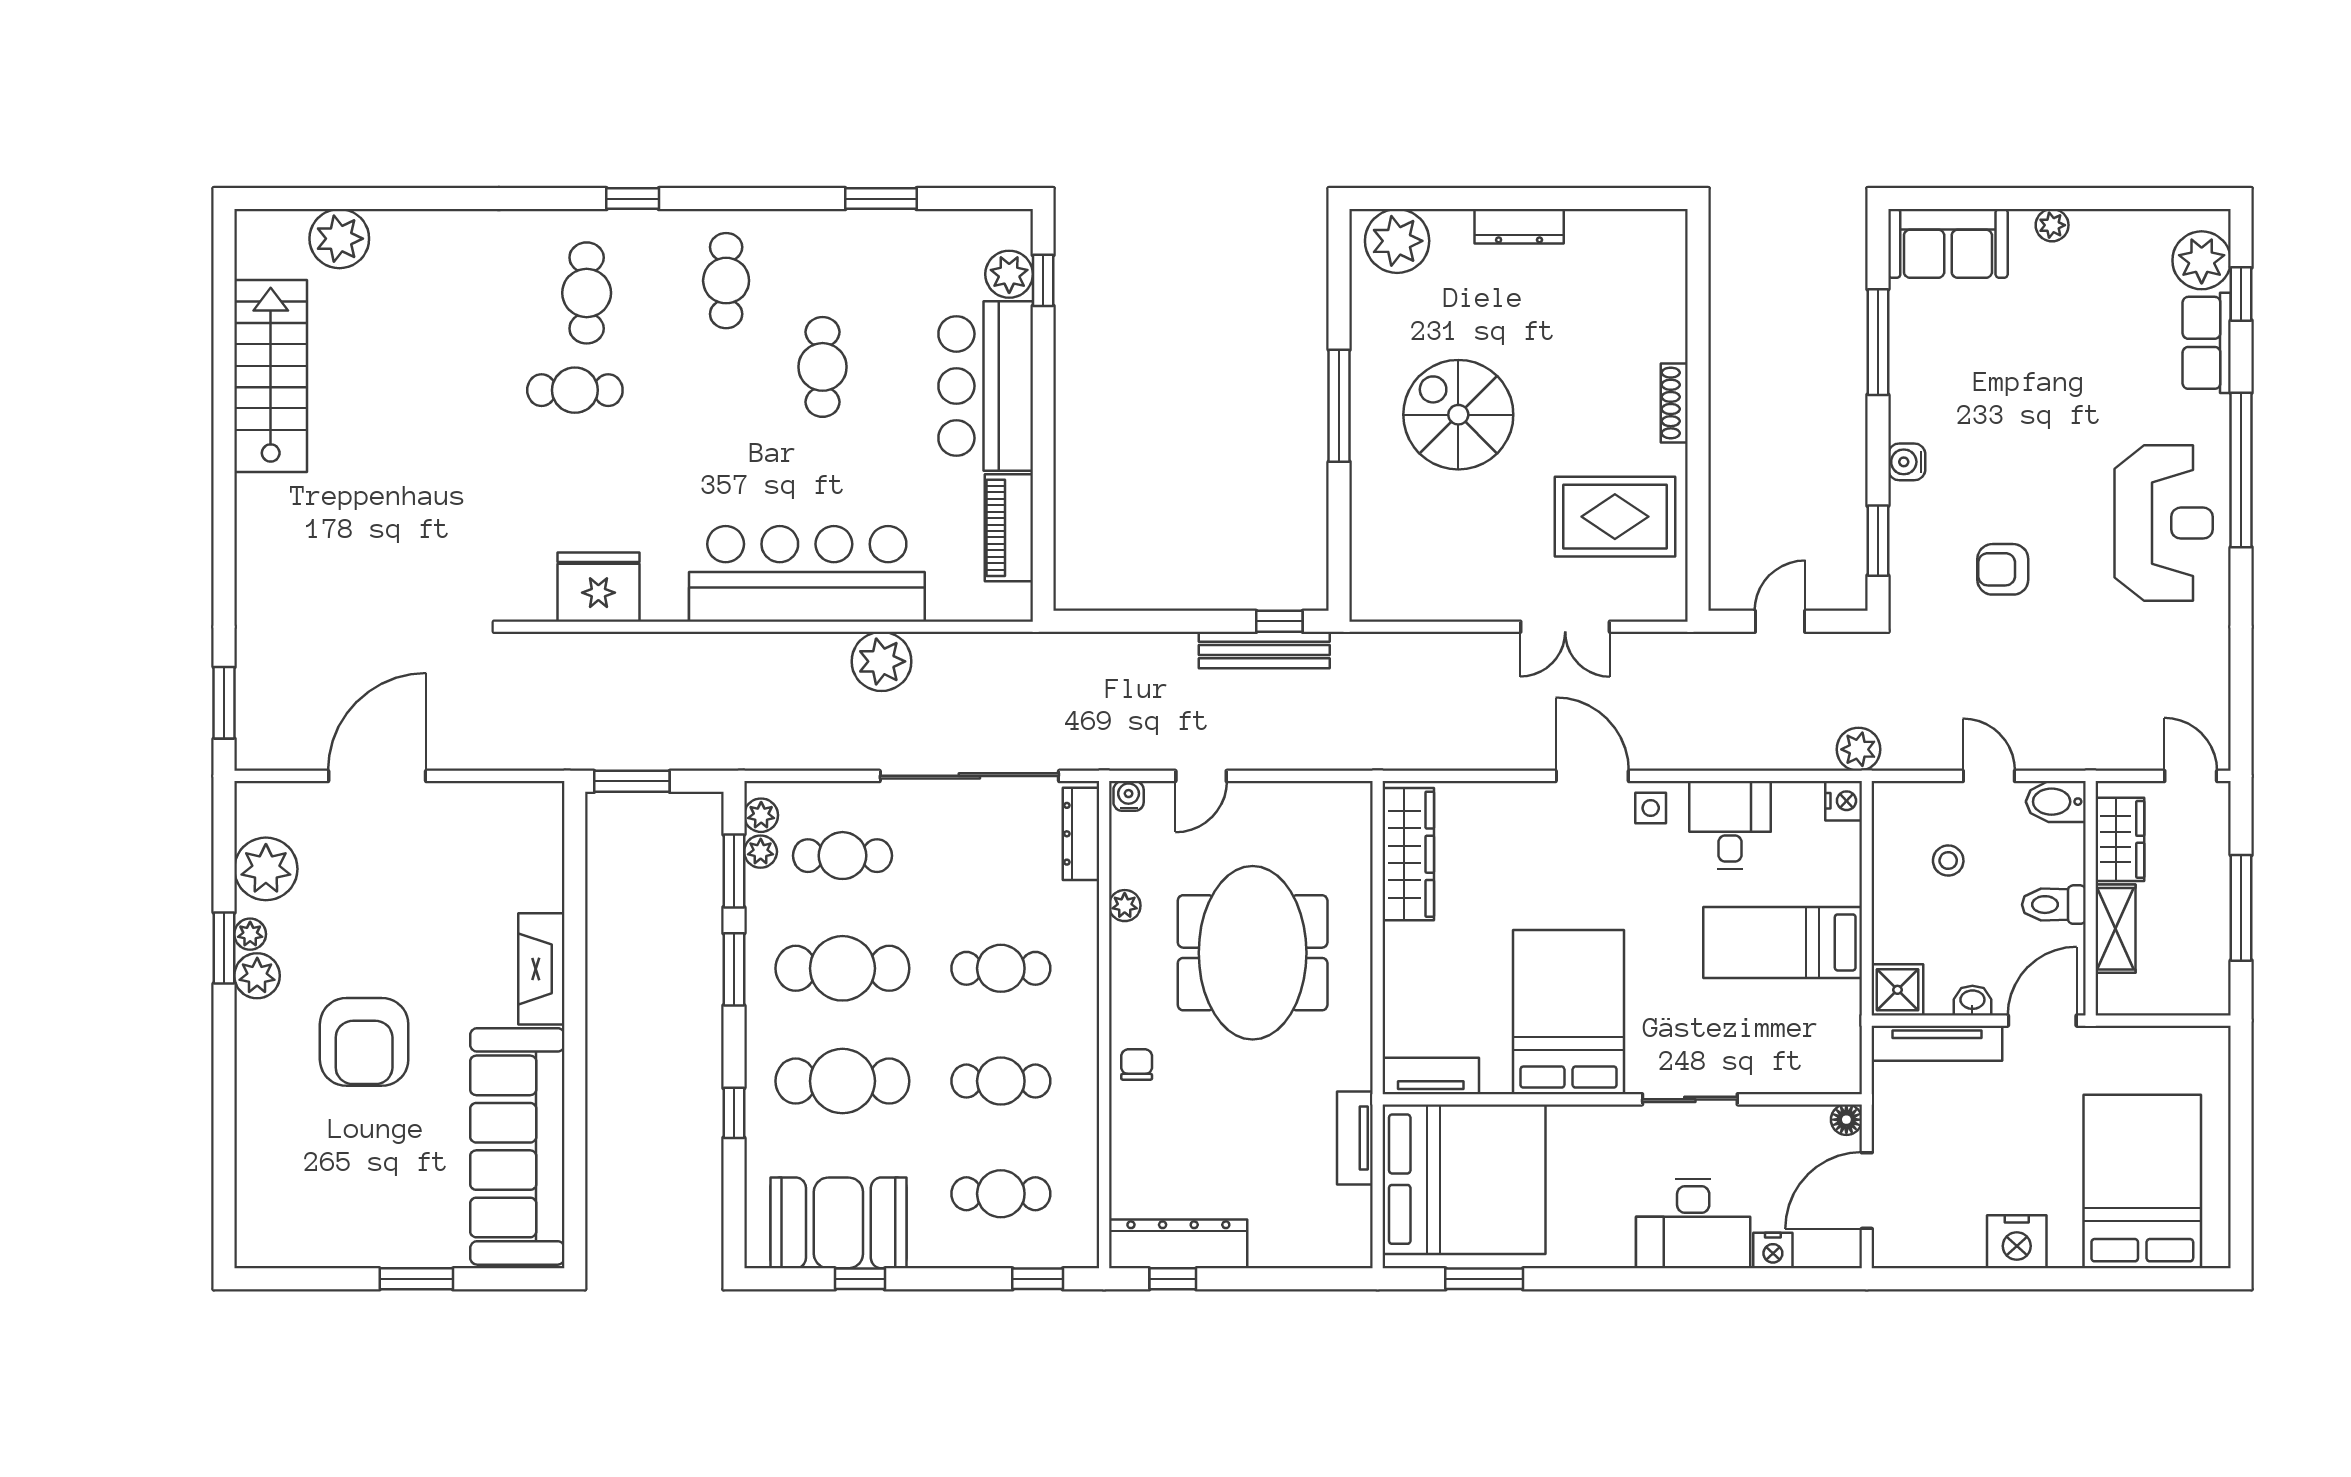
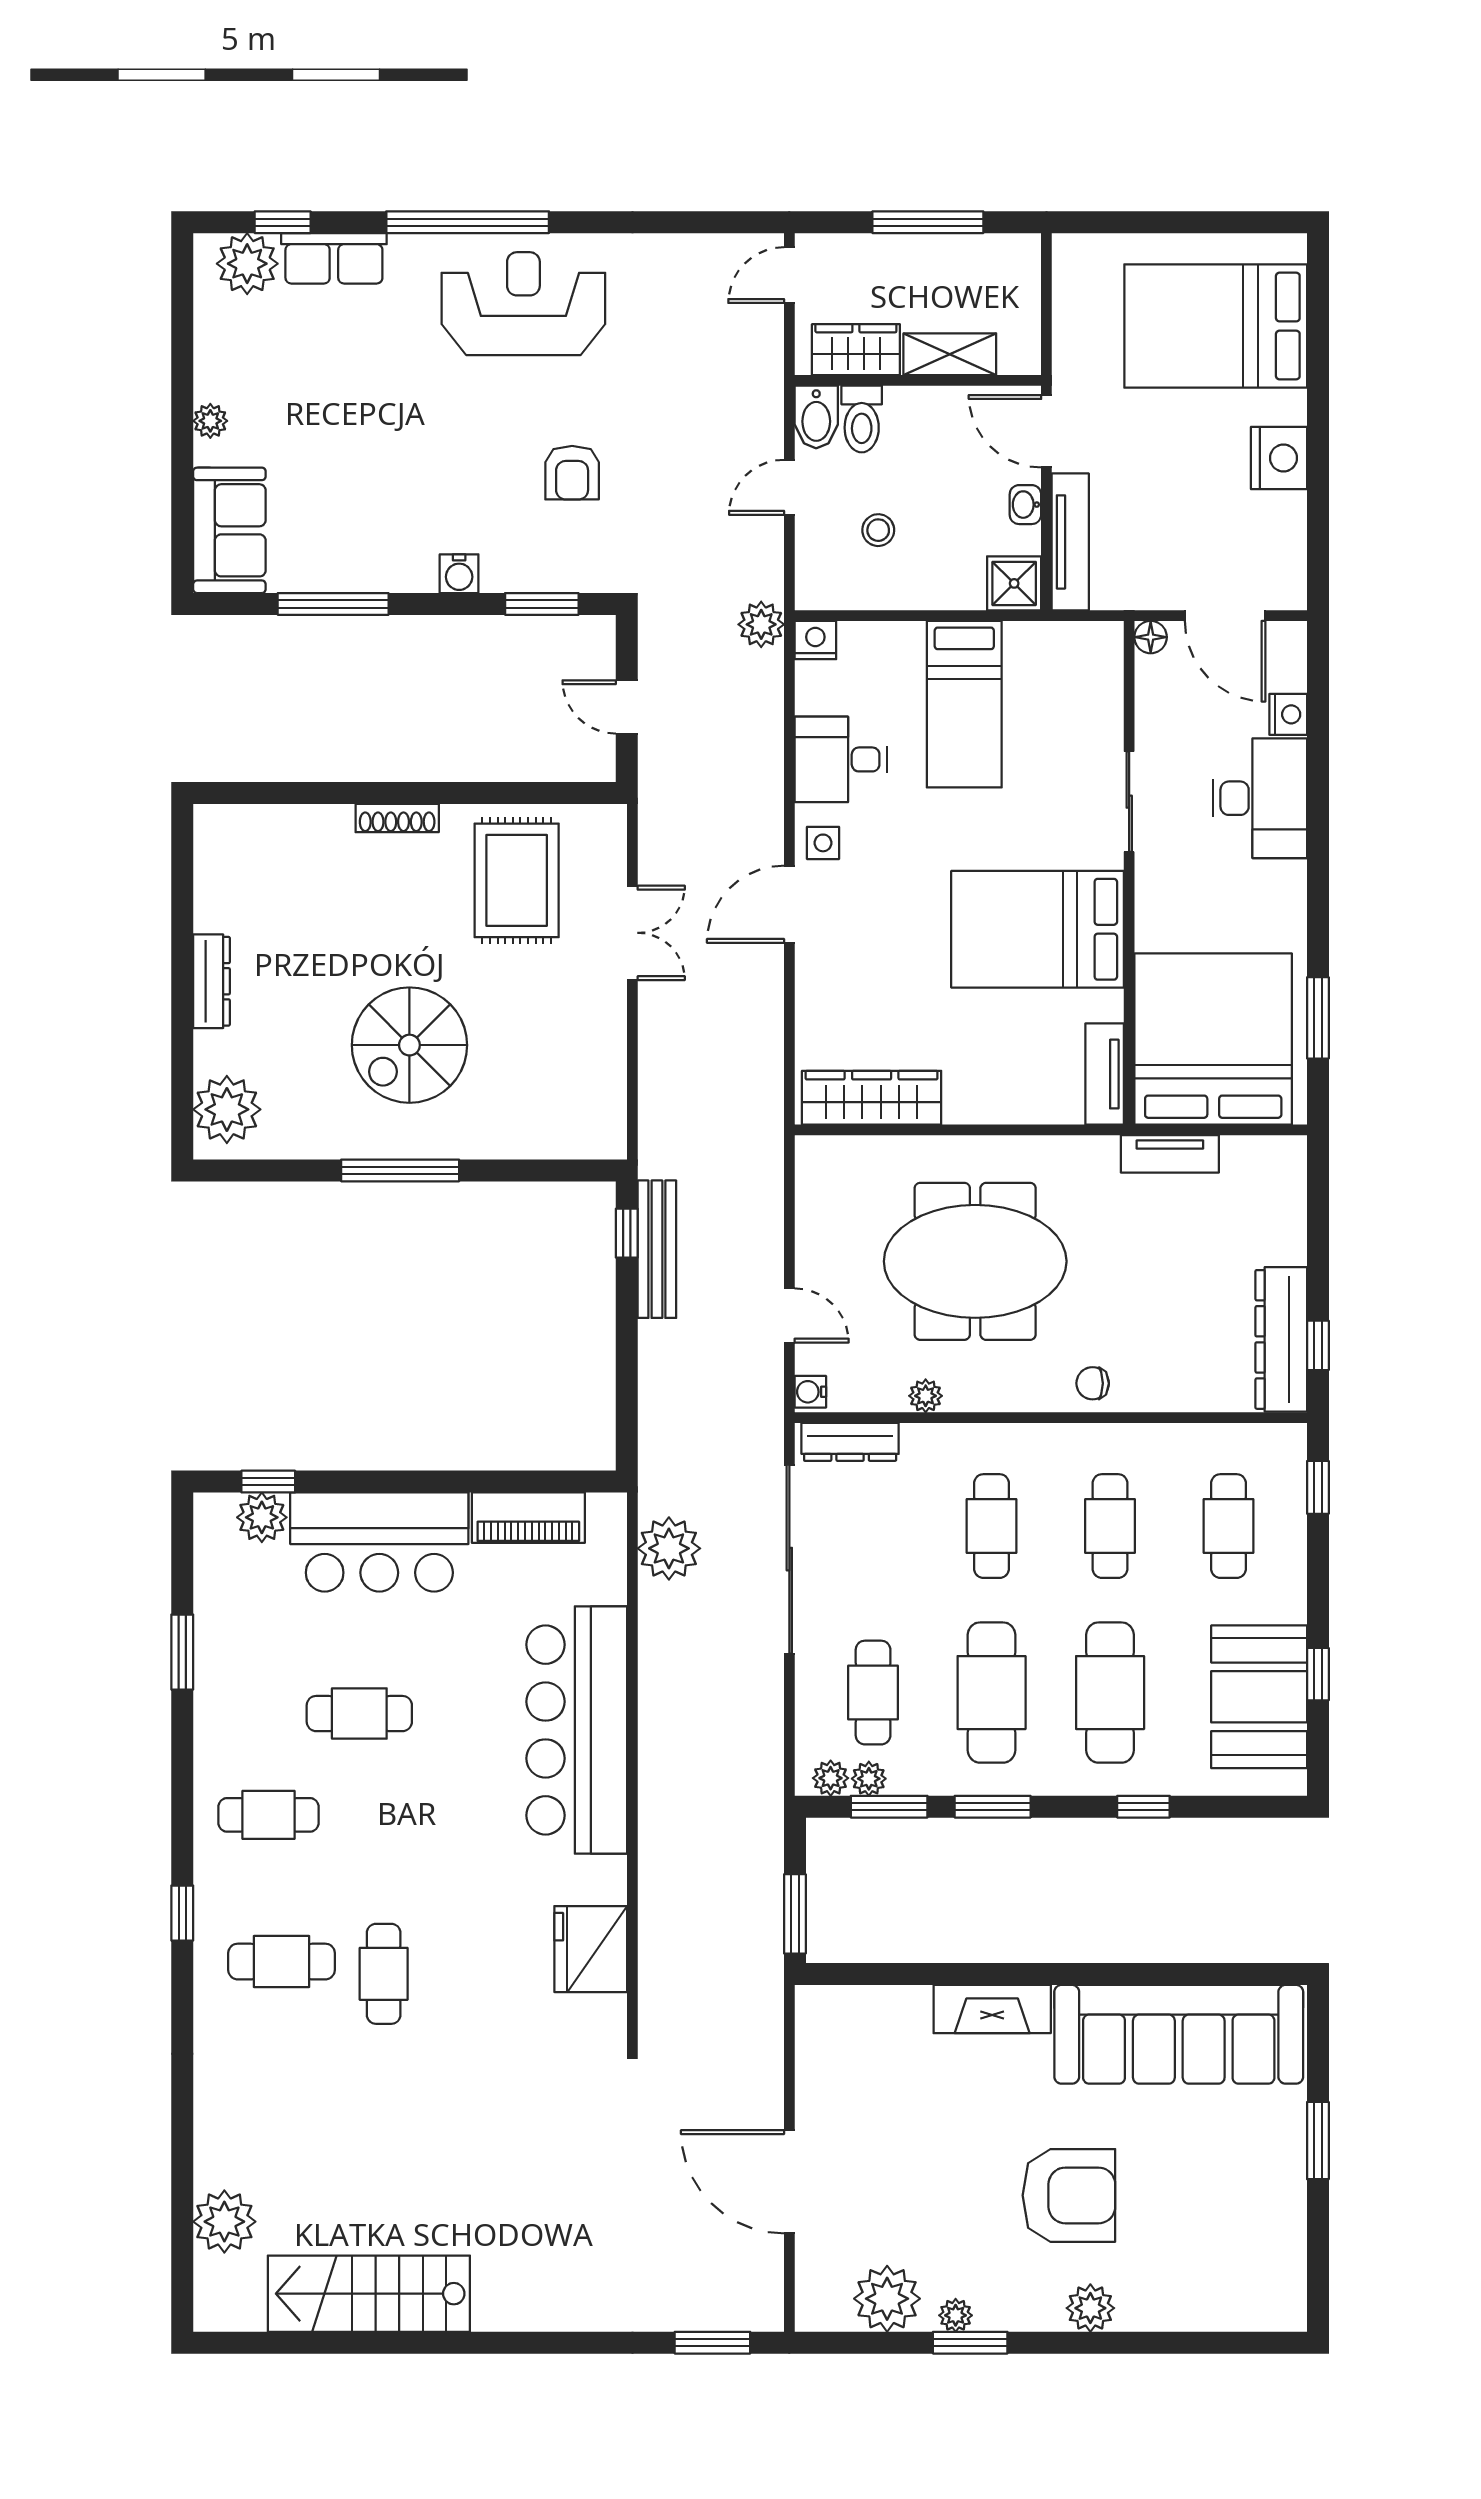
plant: (881, 661) -> (669, 1548), moved
toilet: (2054, 905) -> (862, 419), moved
plant: (257, 976) -> (1090, 2308), moved

